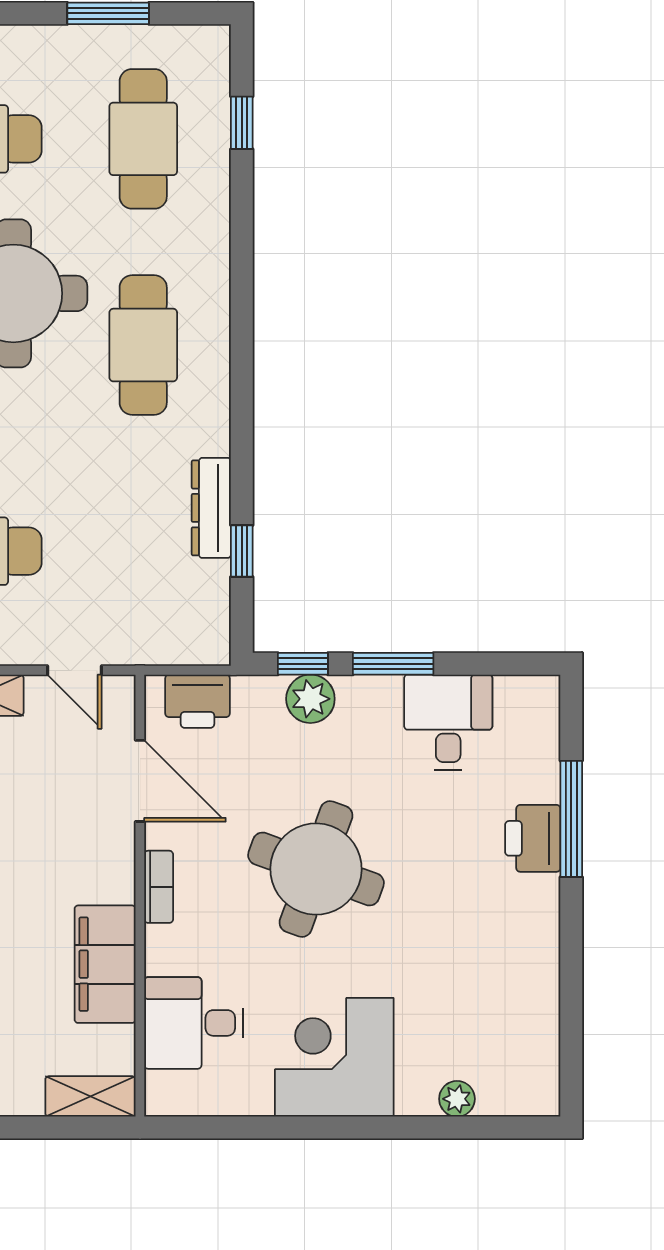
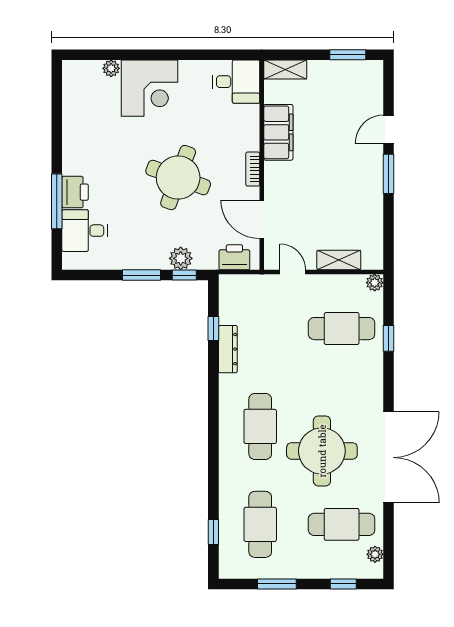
desk: (448, 722) -> (85, 231), moved, turned 90
desk: (194, 1023) -> (236, 82), moved
corner desk: (334, 1057) -> (149, 88), moved

